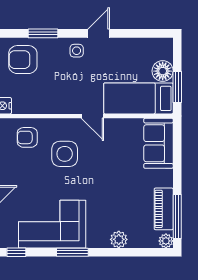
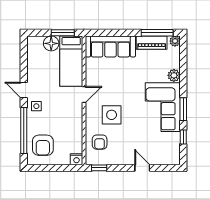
window: (43, 33) -> (24, 131), width x2.11
sofa: (158, 143) -> (110, 46), width x1.36
corner sofa: (52, 224) -> (163, 107), moved
window: (16, 252) -> (183, 137), moved

